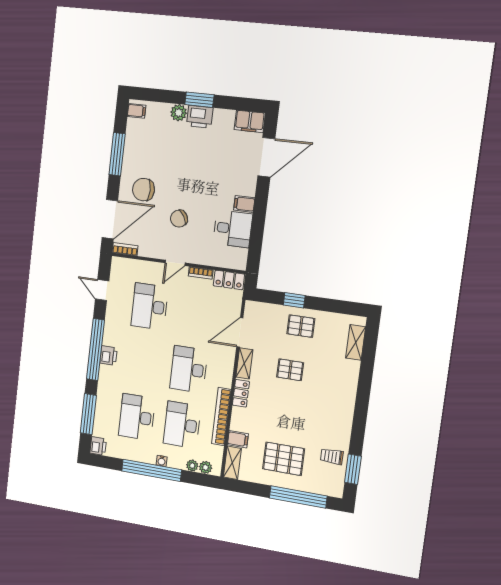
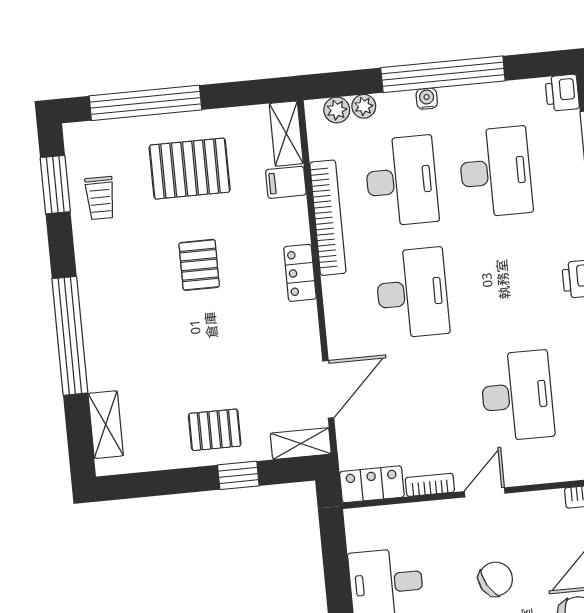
shelving: (244, 363) -> (301, 444), moved, turned 90
pallet: (290, 370) -> (199, 265), moved, turned 90
window: (364, 392) -> (70, 336), added
trolley: (332, 457) -> (100, 198), turned 90

